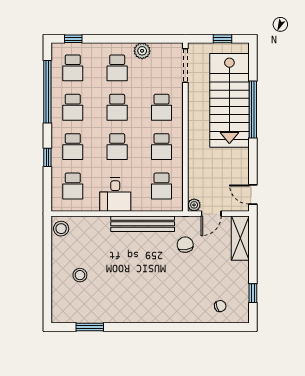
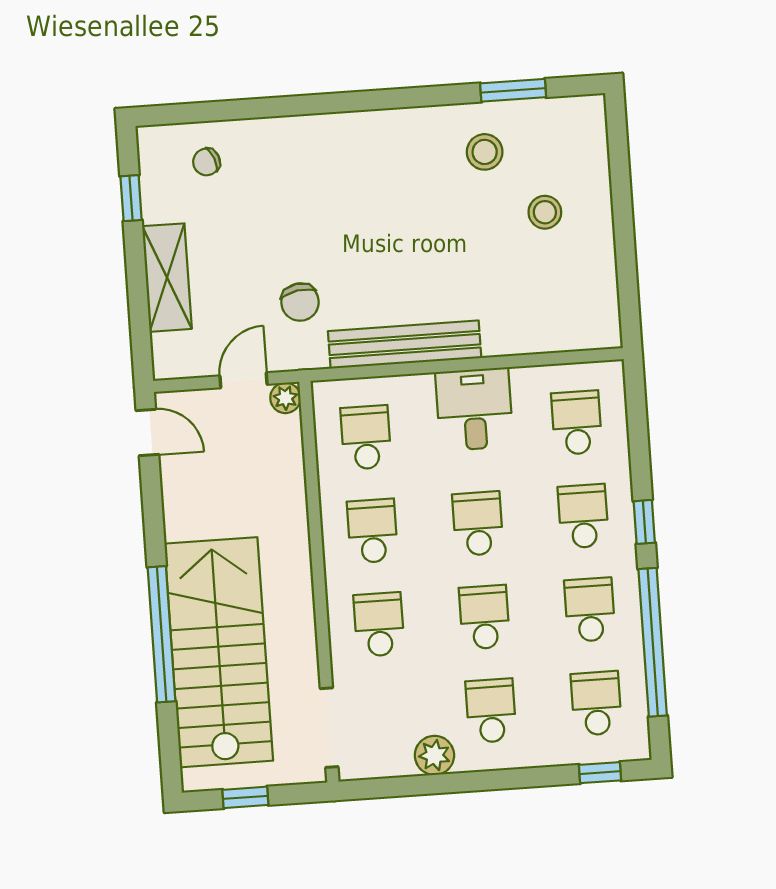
window: (47, 157) -> (644, 522), moved
stool: (61, 229) -> (485, 152), moved
shelving: (240, 238) -> (167, 278), moved

